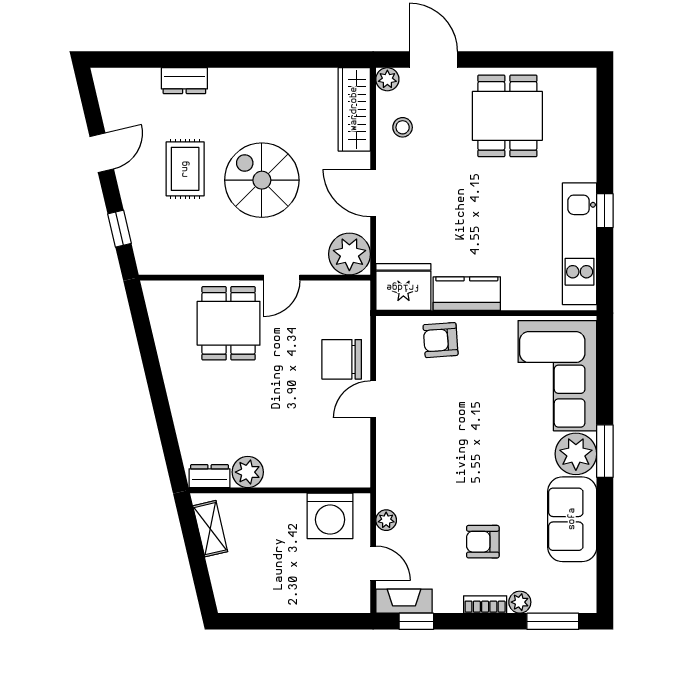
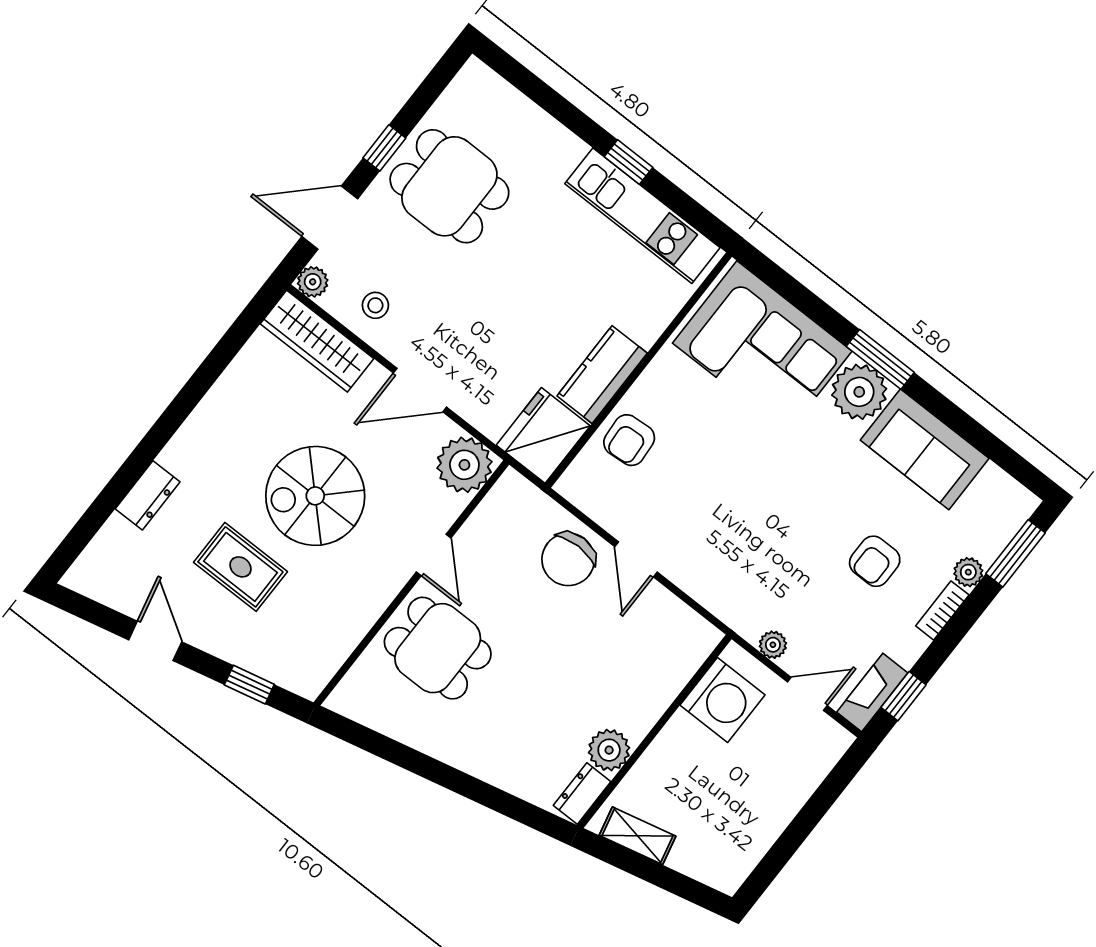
window: (500, 60) -> (384, 148), added

